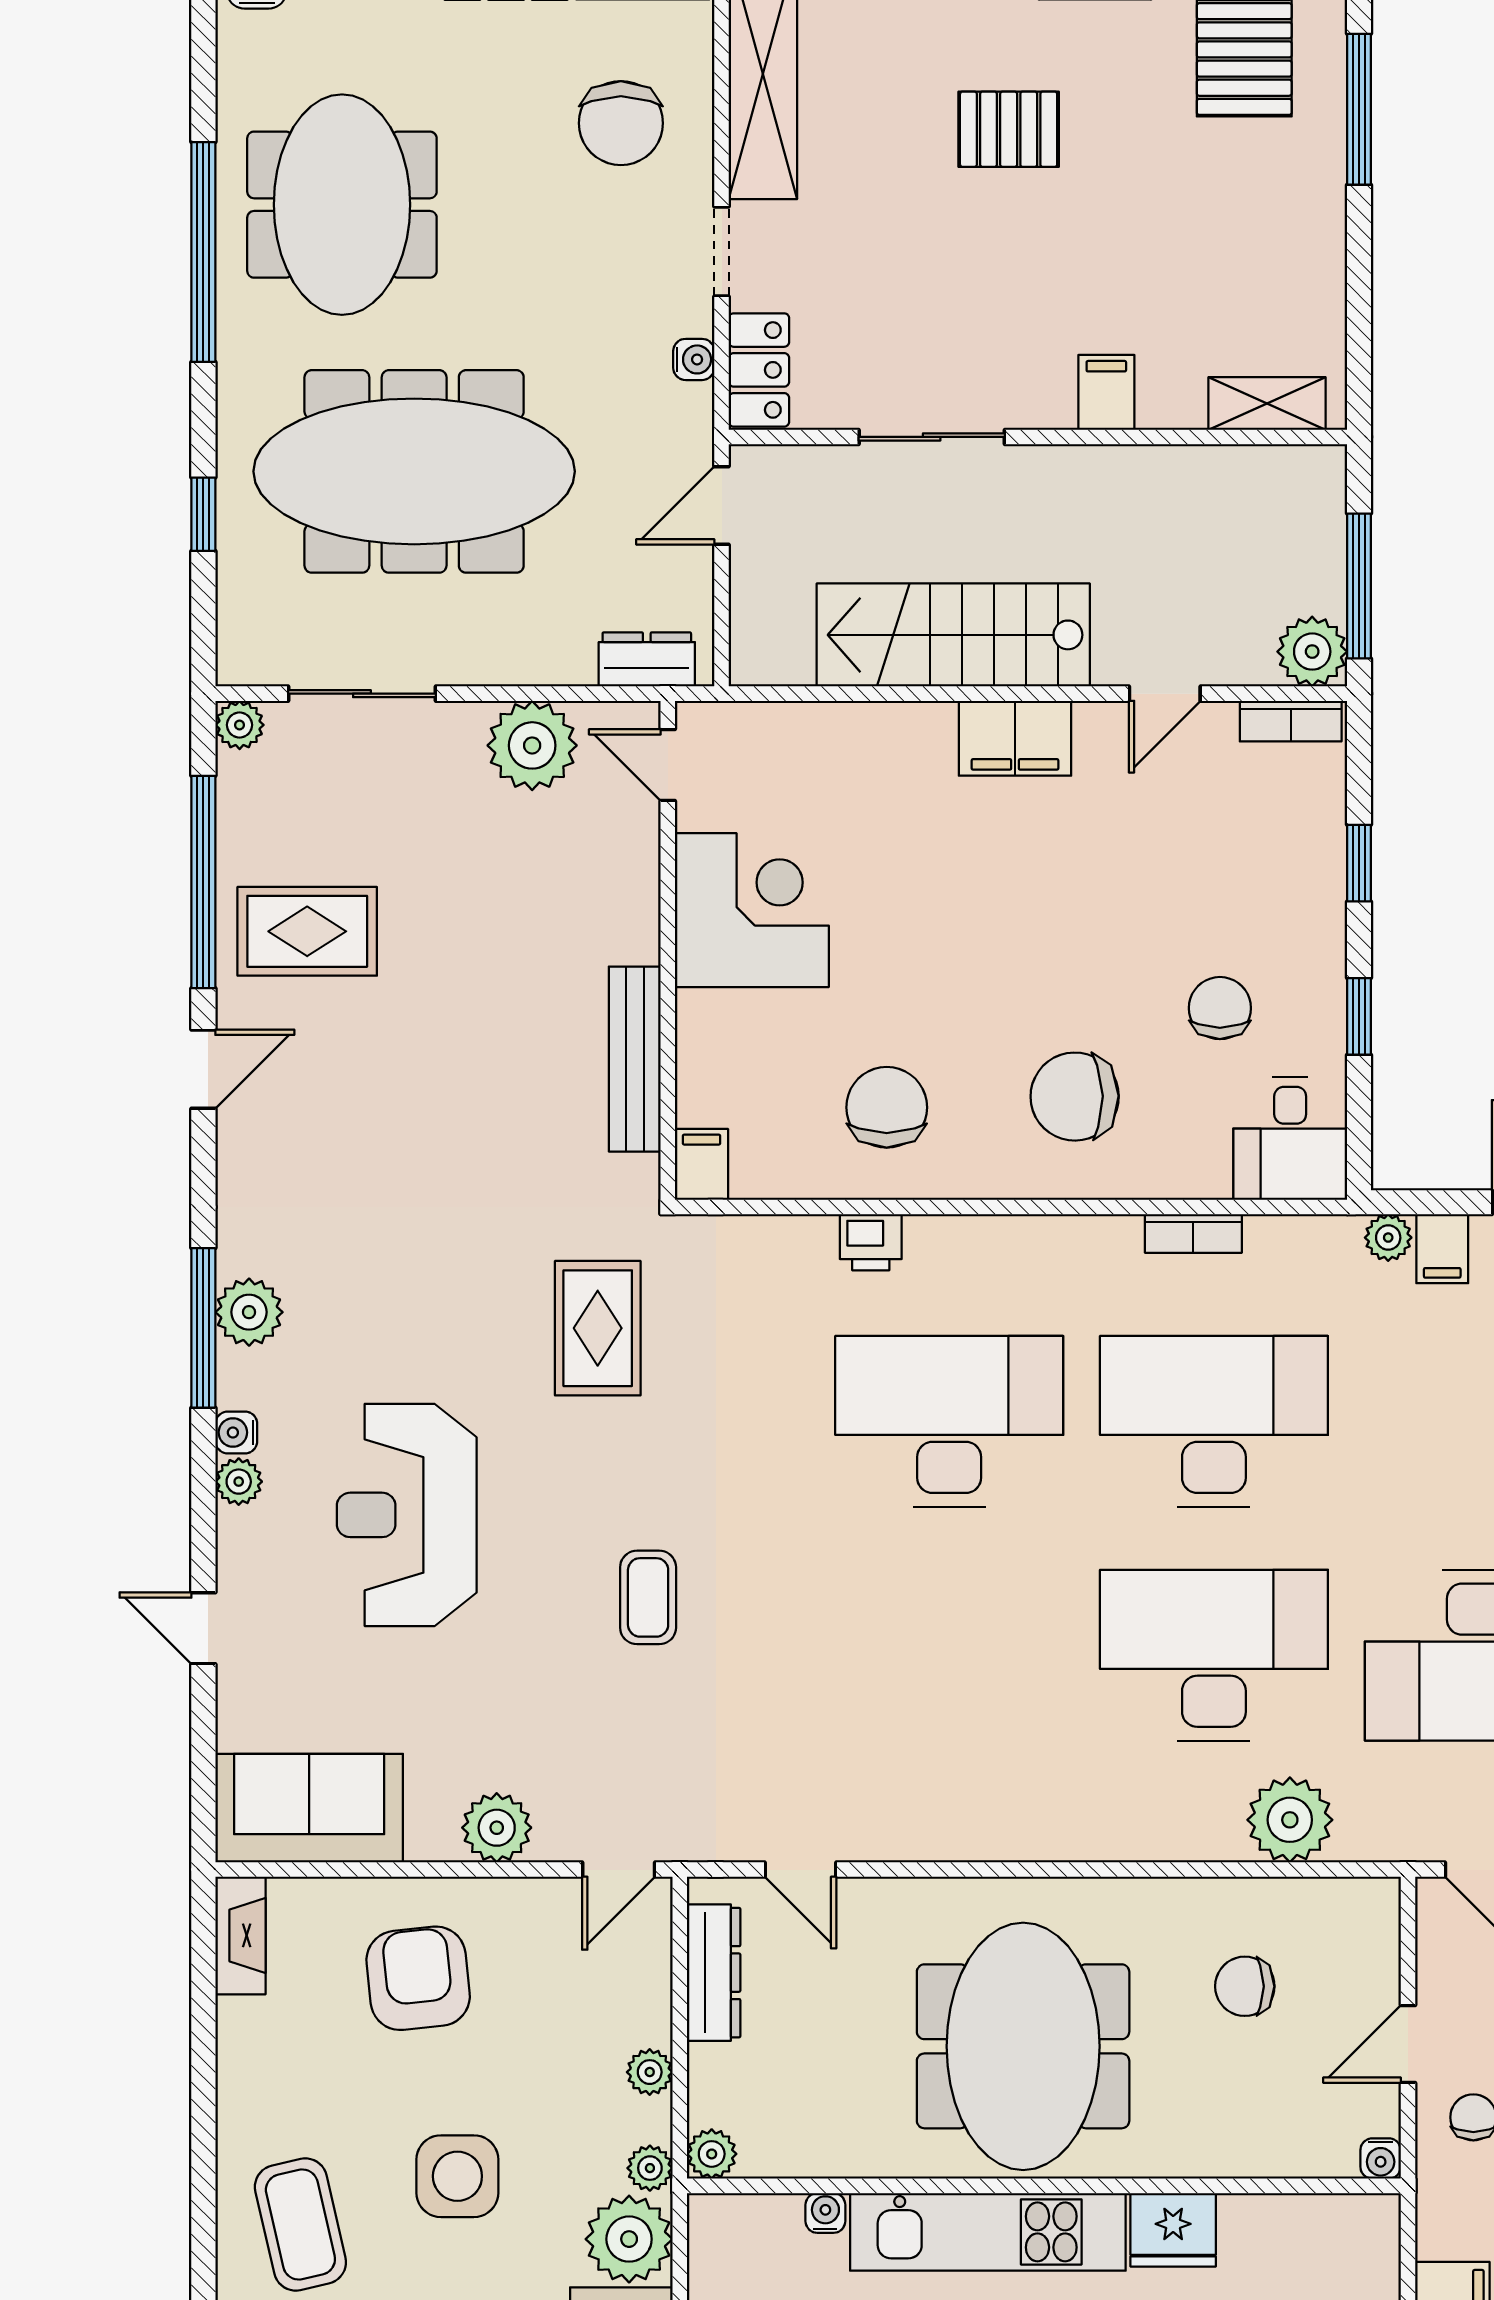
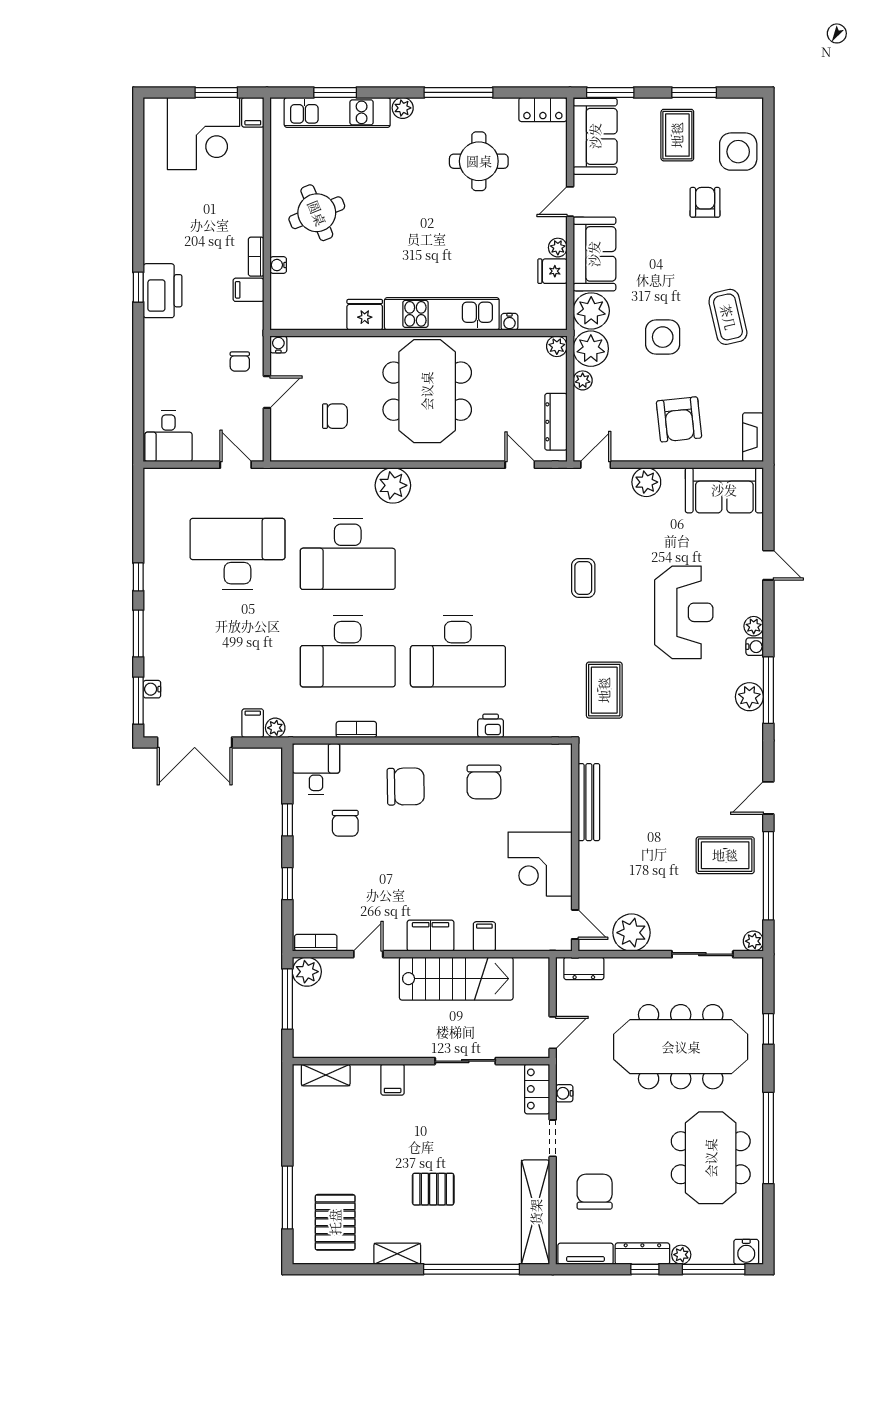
filing cabinet: (702, 1164) -> (484, 936), moved, turned 180
plant: (1290, 1820) -> (393, 485), moved
plant: (650, 2168) -> (591, 349), width x1.88, depth x1.88

